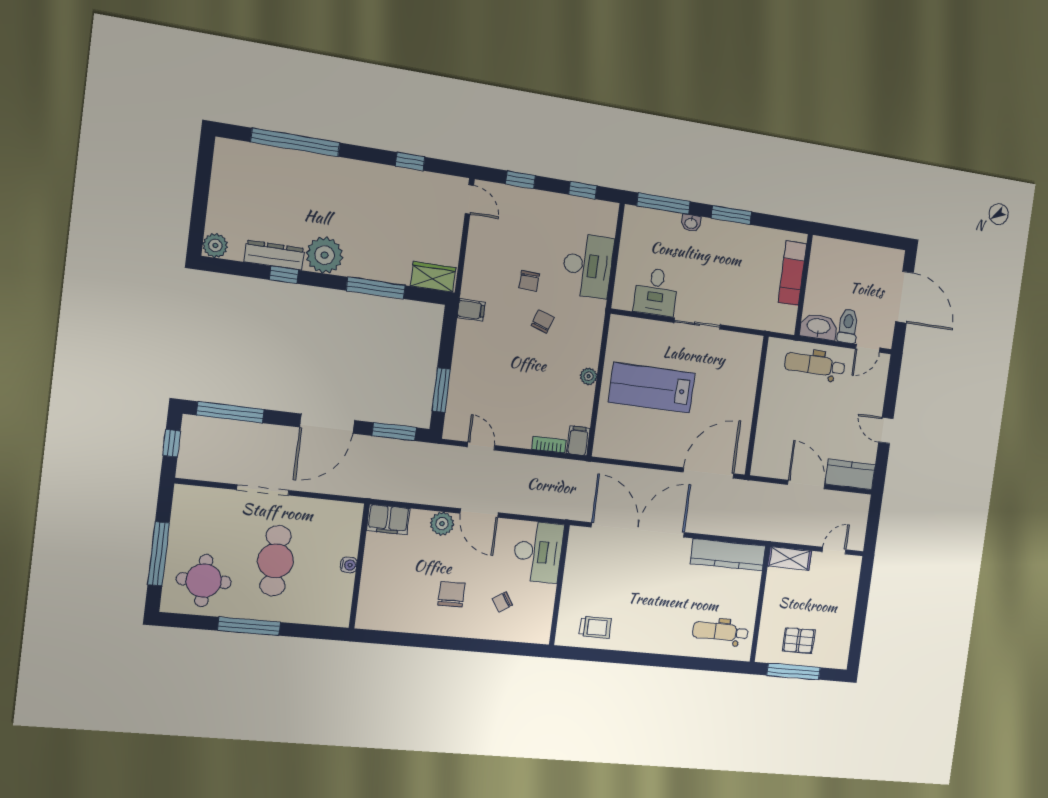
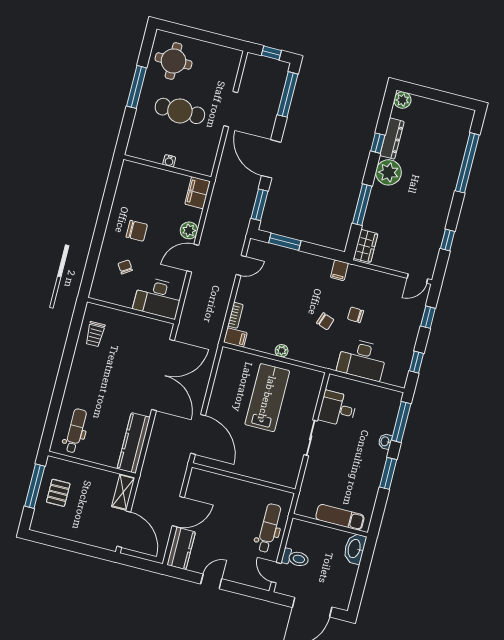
washbasin: (819, 327) -> (355, 549), moved, turned 180
door: (834, 551) -> (124, 529), width x1.88
window: (159, 554) -> (197, 34), removed

